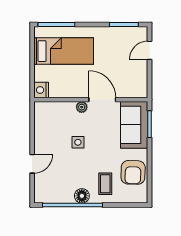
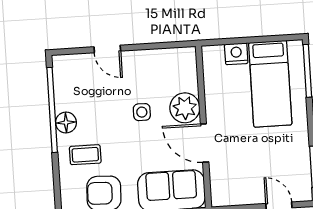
nightstand: (41, 90) -> (236, 54), moved
door: (102, 100) -> (205, 143), swing flipped
plant: (82, 107) -> (185, 108), width x1.88, depth x1.88

